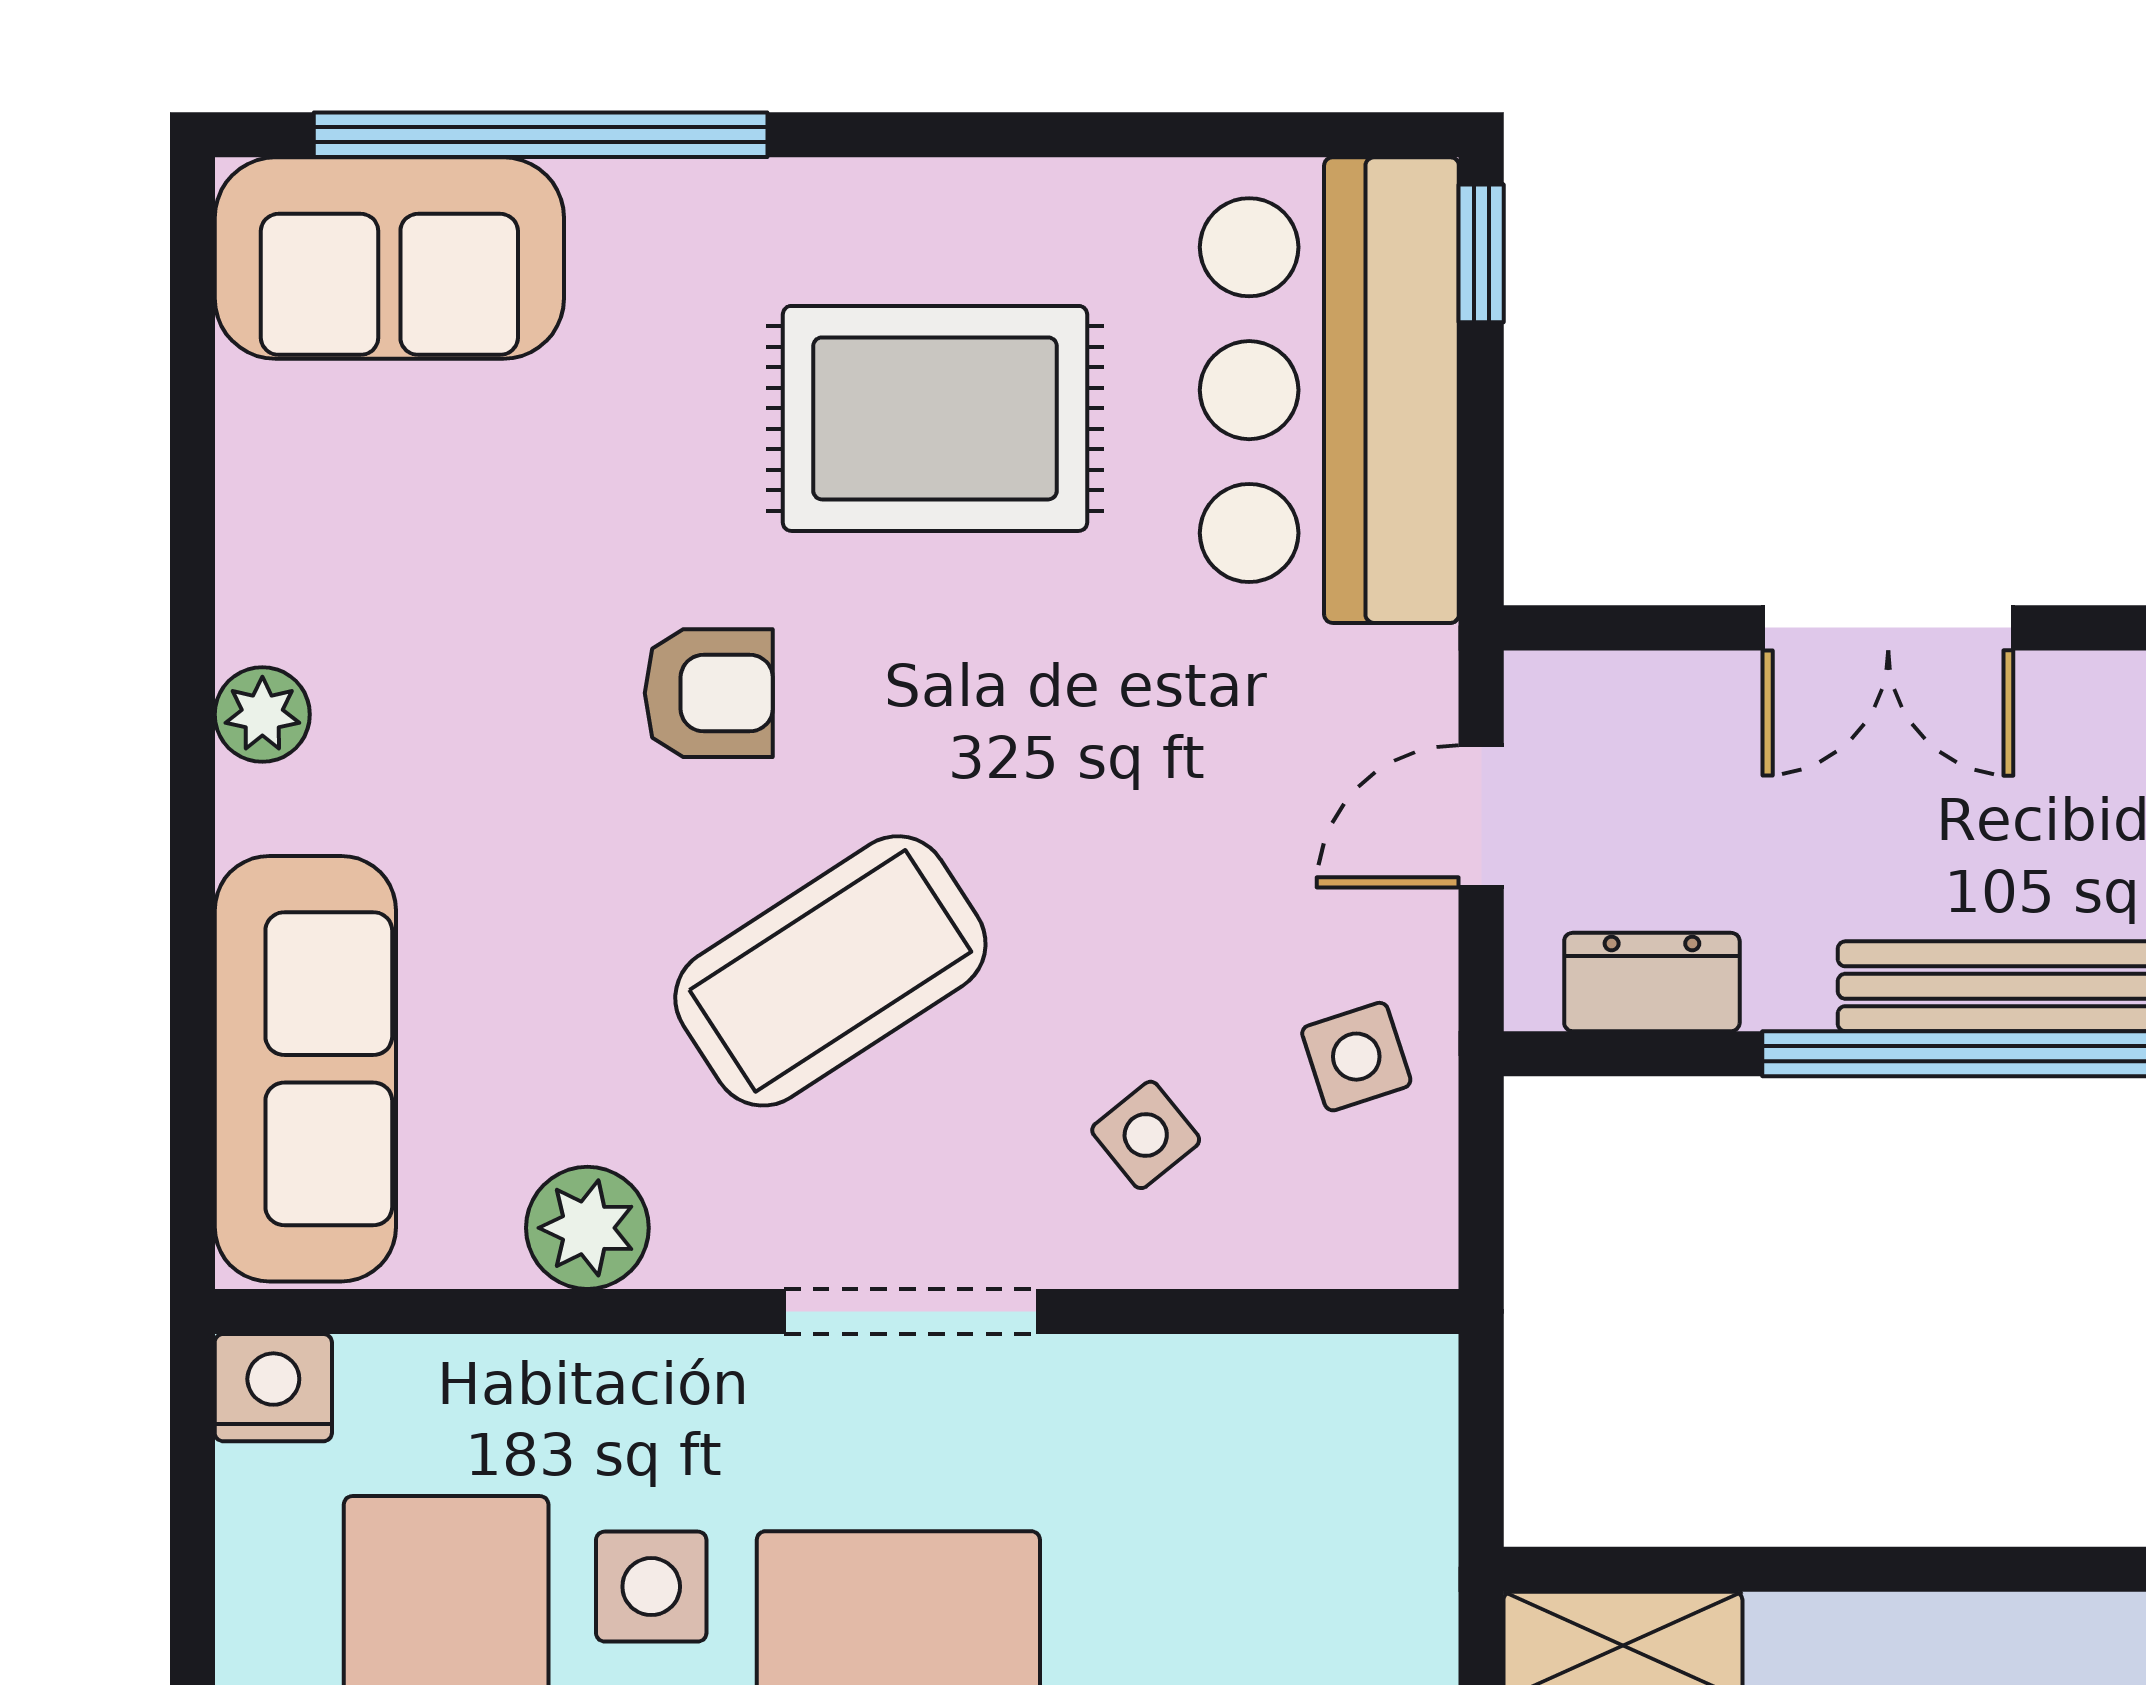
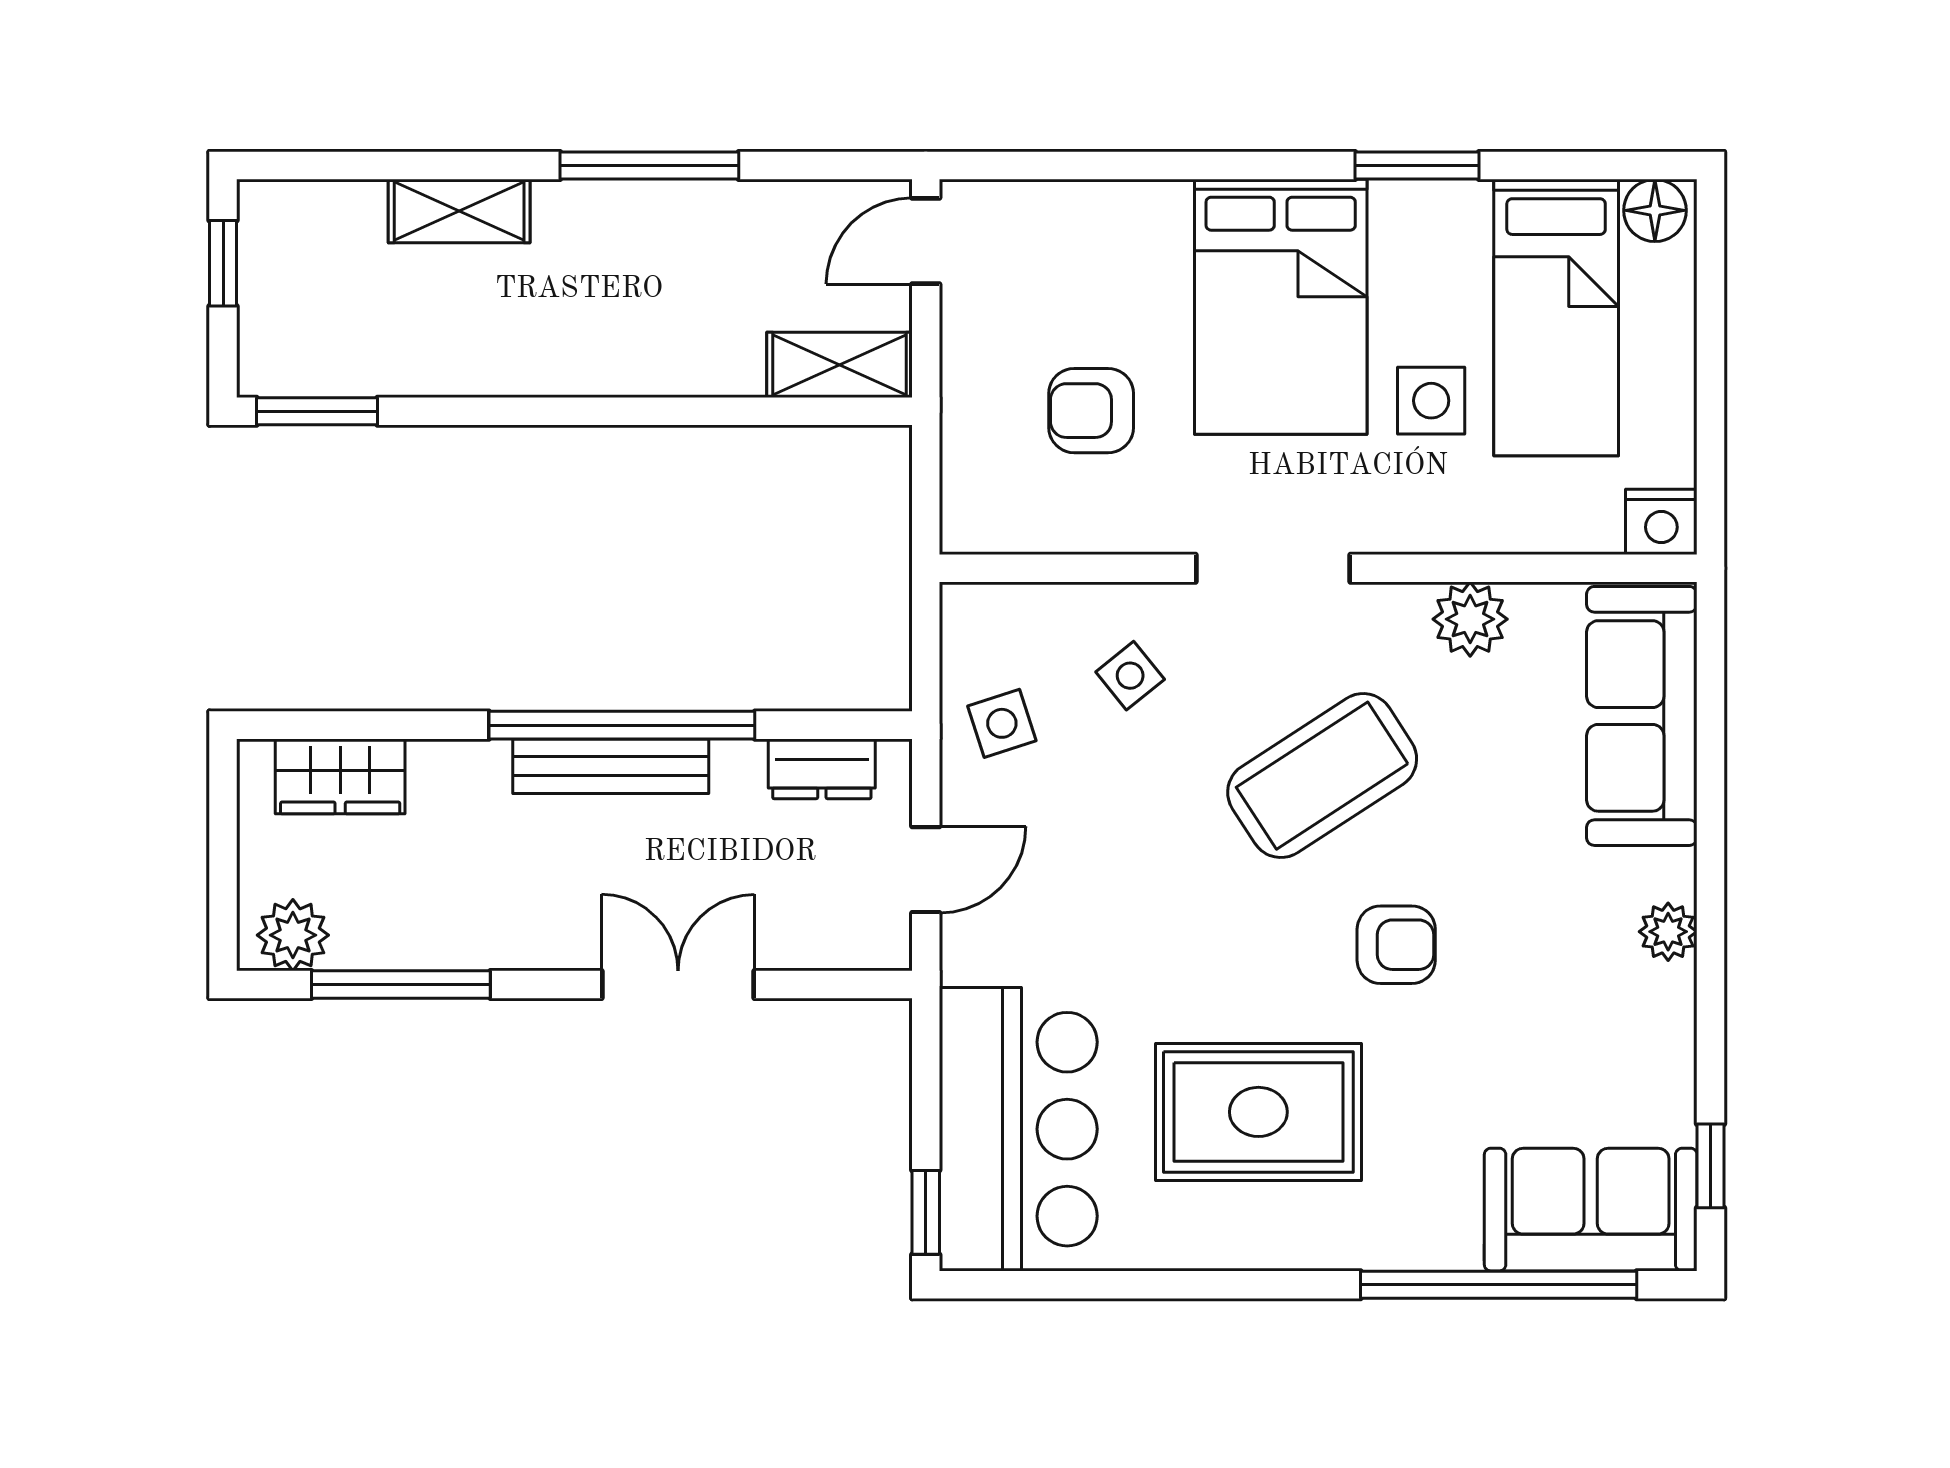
window: (192, 330) -> (1711, 1166), added
armchair: (709, 693) -> (1396, 945), turned 180
armchair: (1210, 1570) -> (1091, 411), added

